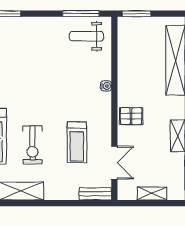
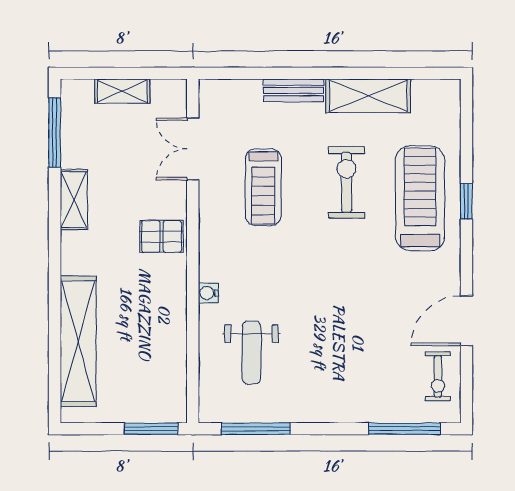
weight bench: (86, 36) -> (251, 352), moved, turned 90
treadmill: (77, 142) -> (263, 187), turned 180
bench: (95, 194) -> (294, 90), moved

